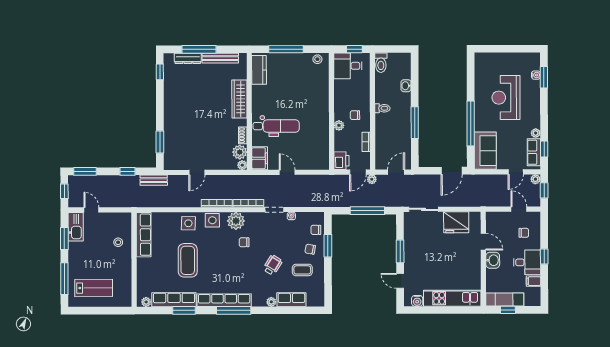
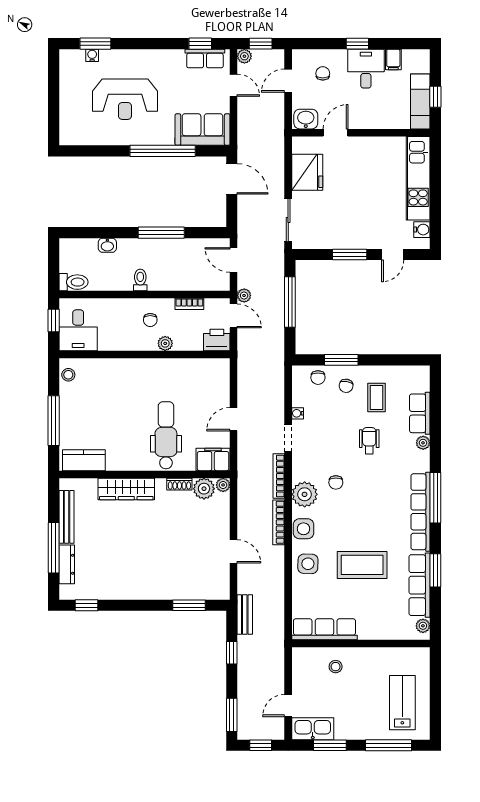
plant: (536, 133) -> (177, 56), removed
washbasin: (493, 260) -> (306, 119), moved
wheelchair: (273, 265) -> (369, 441), turned 58

